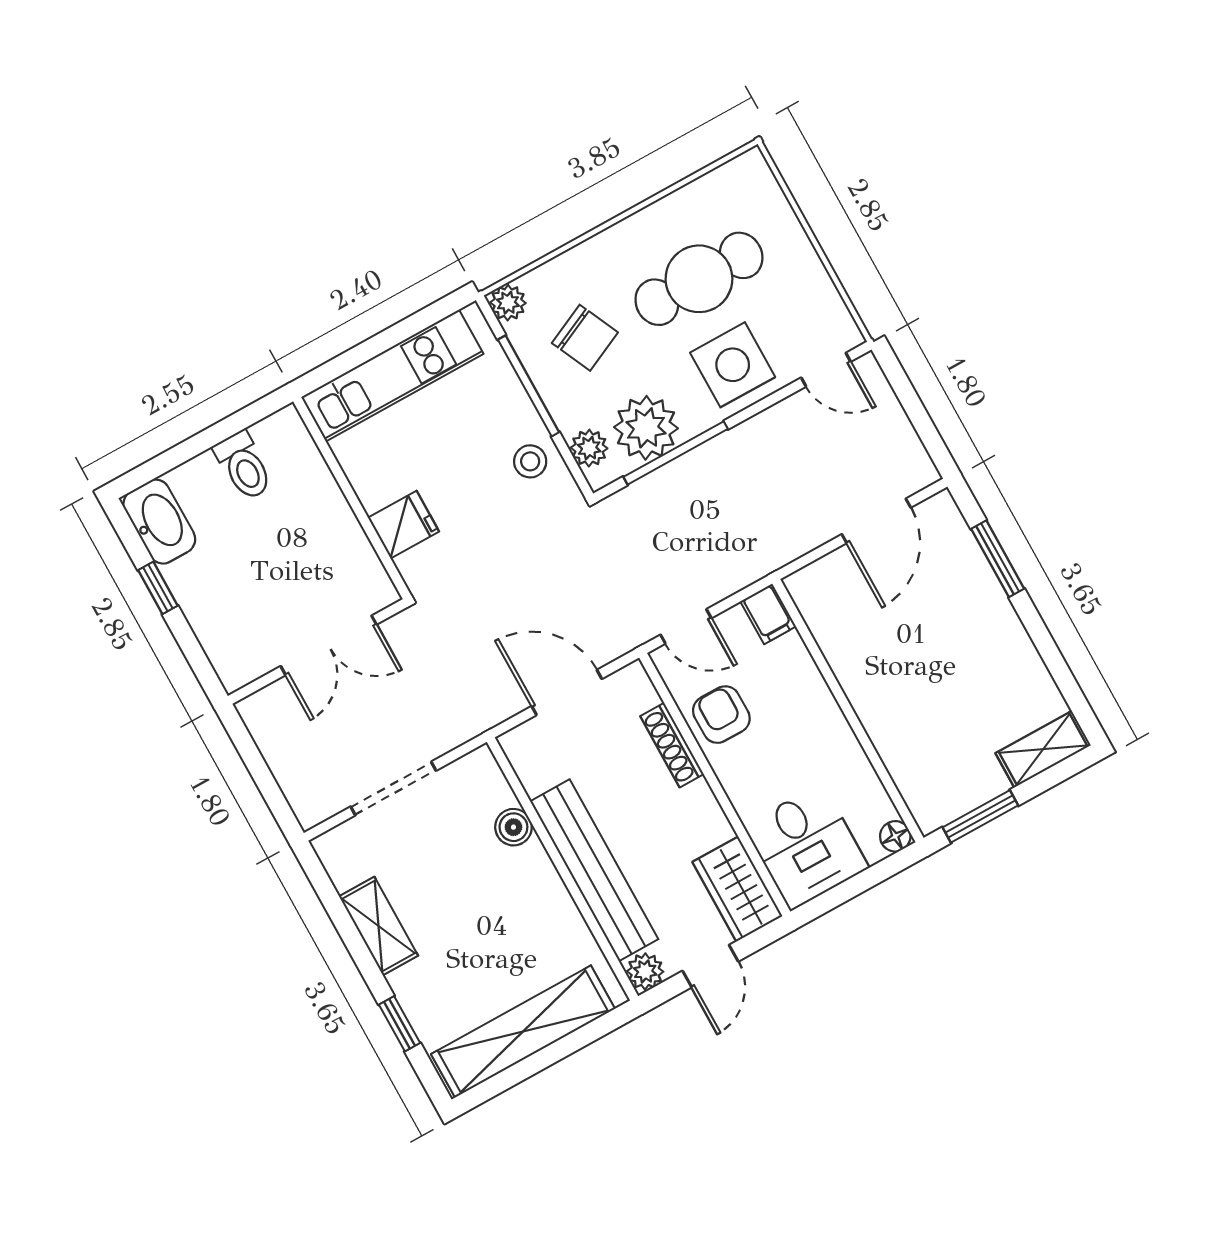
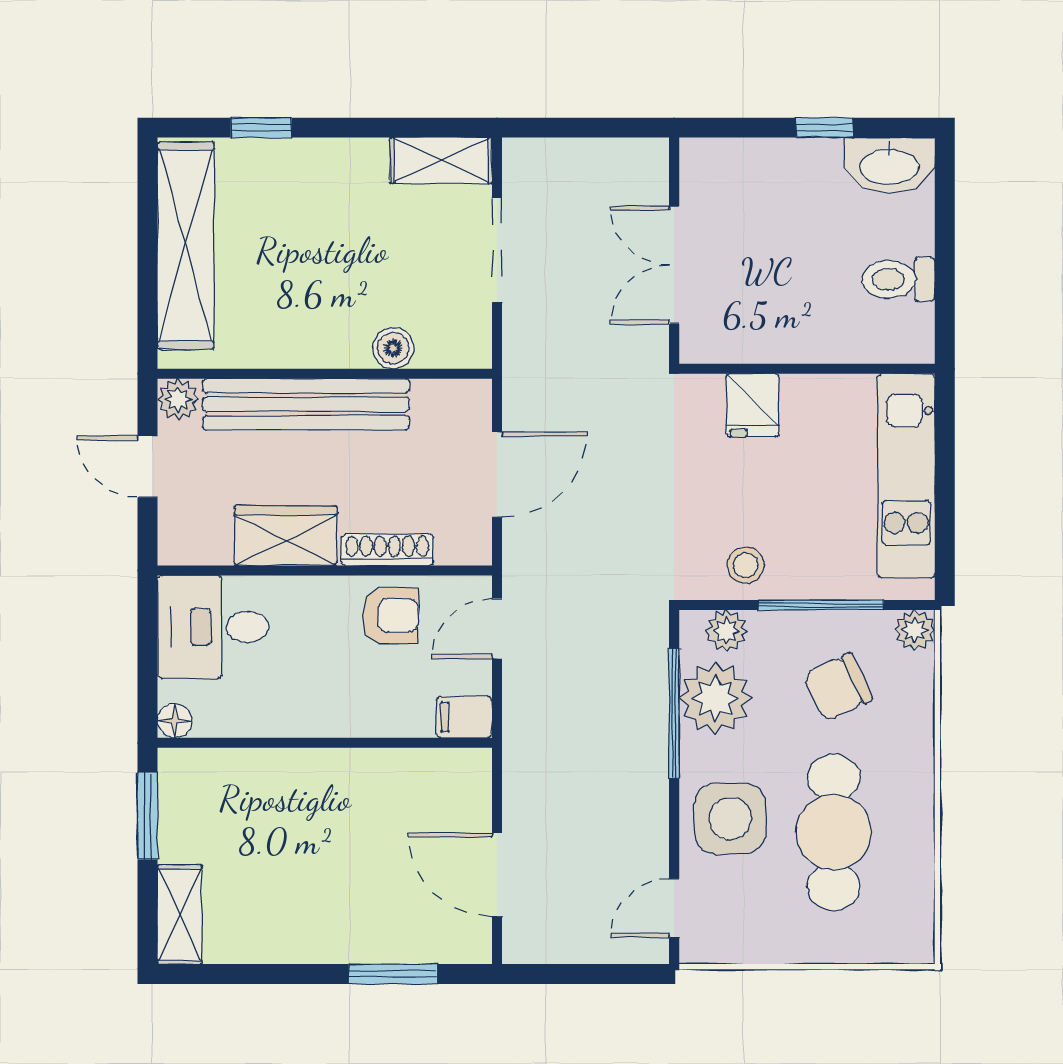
wardrobe: (737, 889) -> (286, 536), moved
shelving: (378, 926) -> (441, 160), moved

